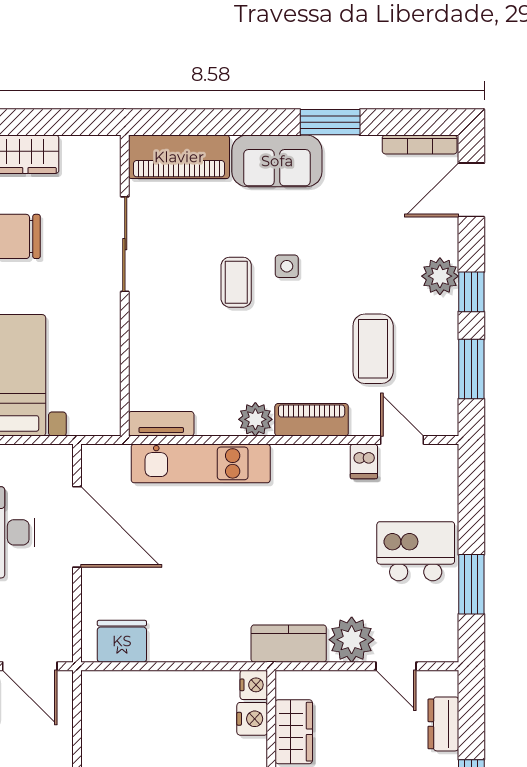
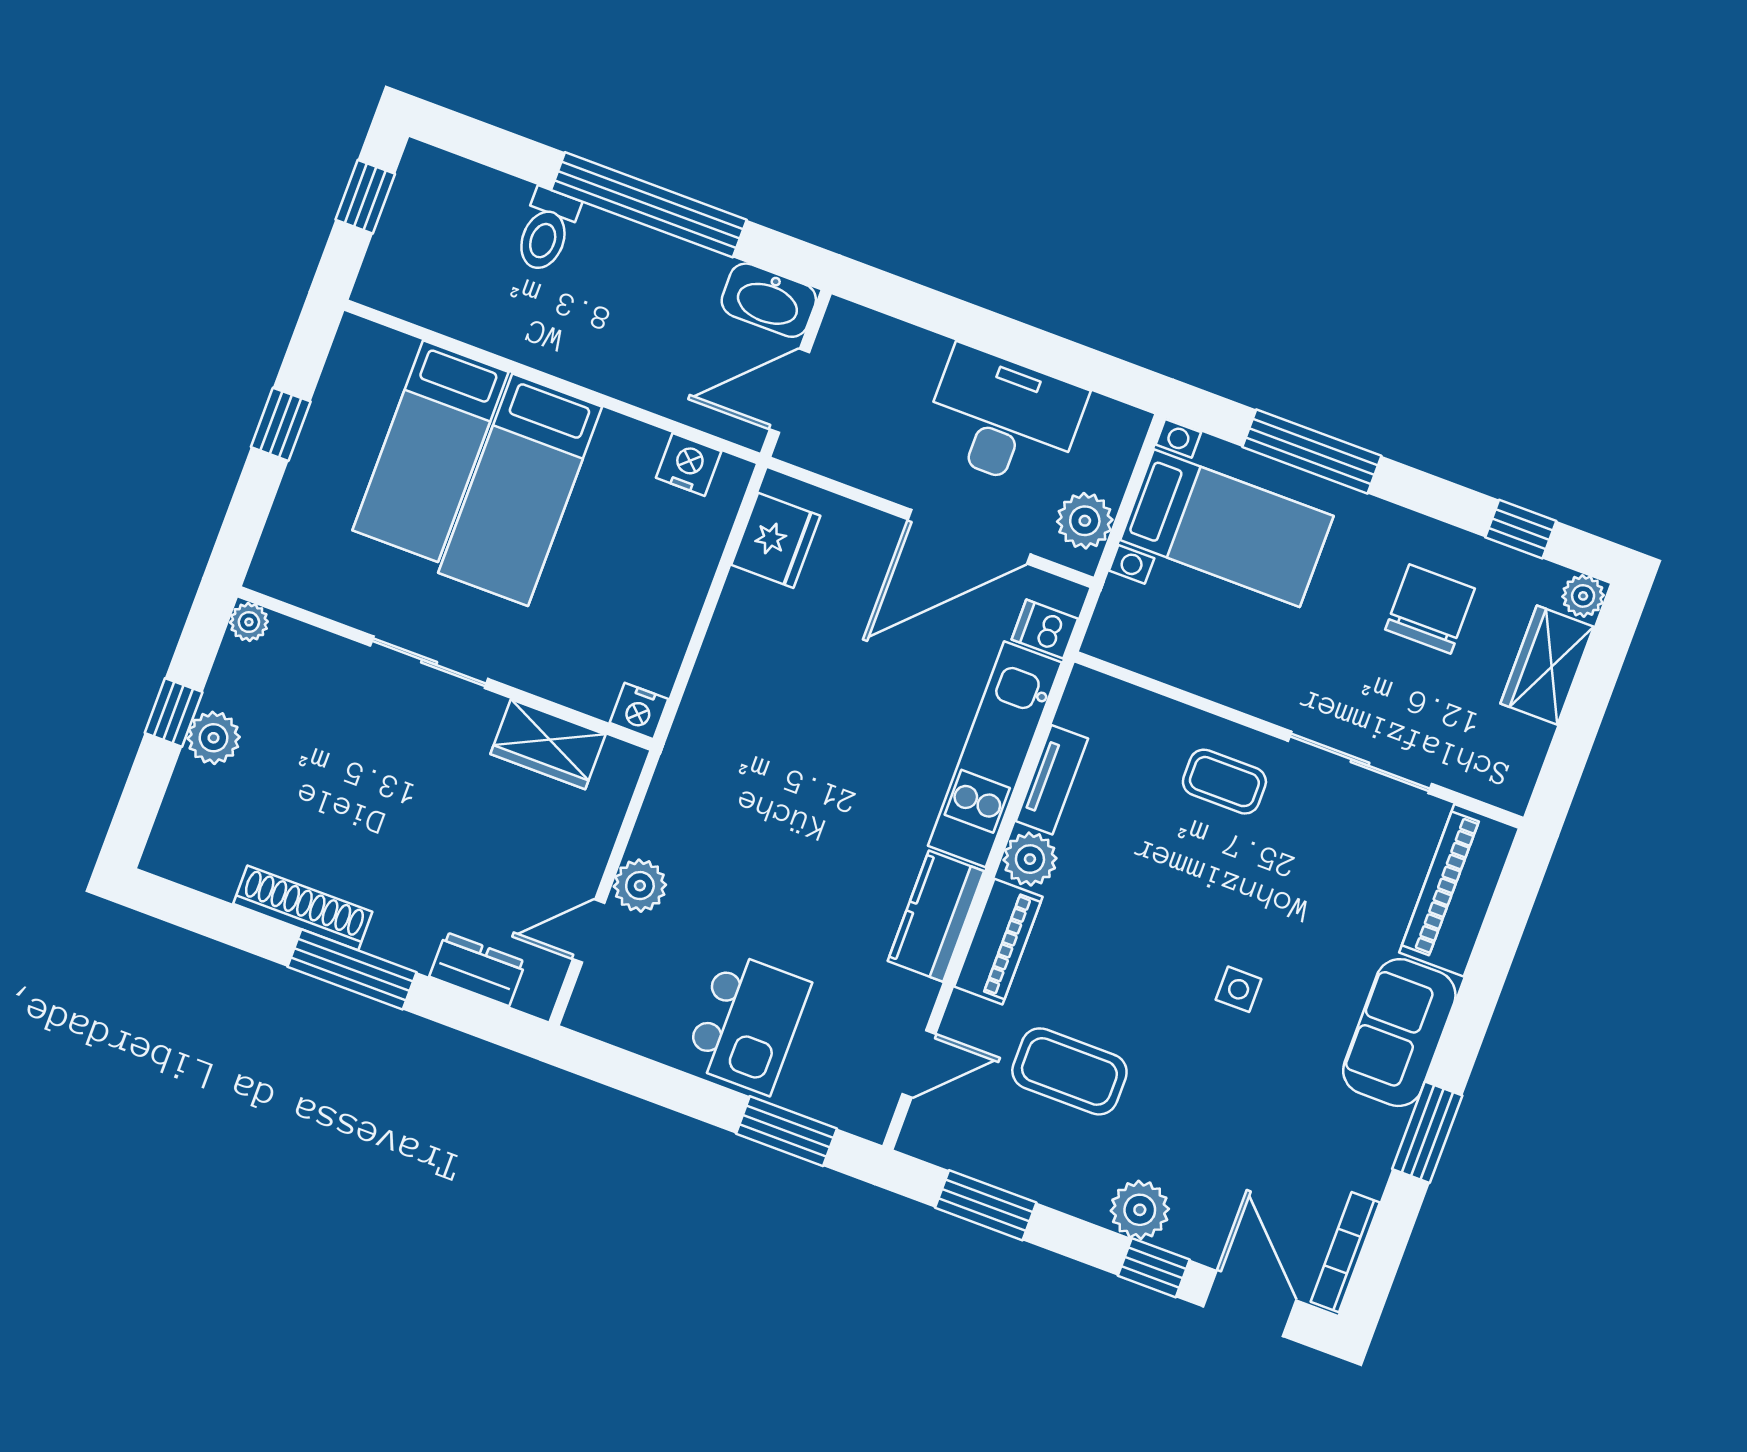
coffee table: (236, 282) -> (1224, 782), moved
window: (471, 292) -> (1154, 1268), moved
tv unit: (161, 424) -> (1052, 780), moved
dishwasher: (364, 461) -> (1045, 629), moved
plant: (42, 462) -> (1085, 521), added
window: (471, 584) -> (786, 1131), moved
plant: (352, 640) -> (640, 886), width x0.73, depth x0.73
kitchen counter: (289, 644) -> (936, 916), moved, turned 180
nightstand: (252, 719) -> (689, 464), moved, turned 180

